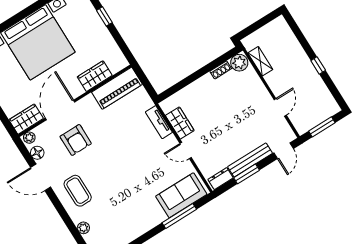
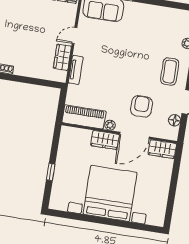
wardrobe: (95, 76) -> (105, 140), moved
plant: (29, 138) -> (110, 125), moved
door: (186, 151) -> (74, 36), swing flipped

